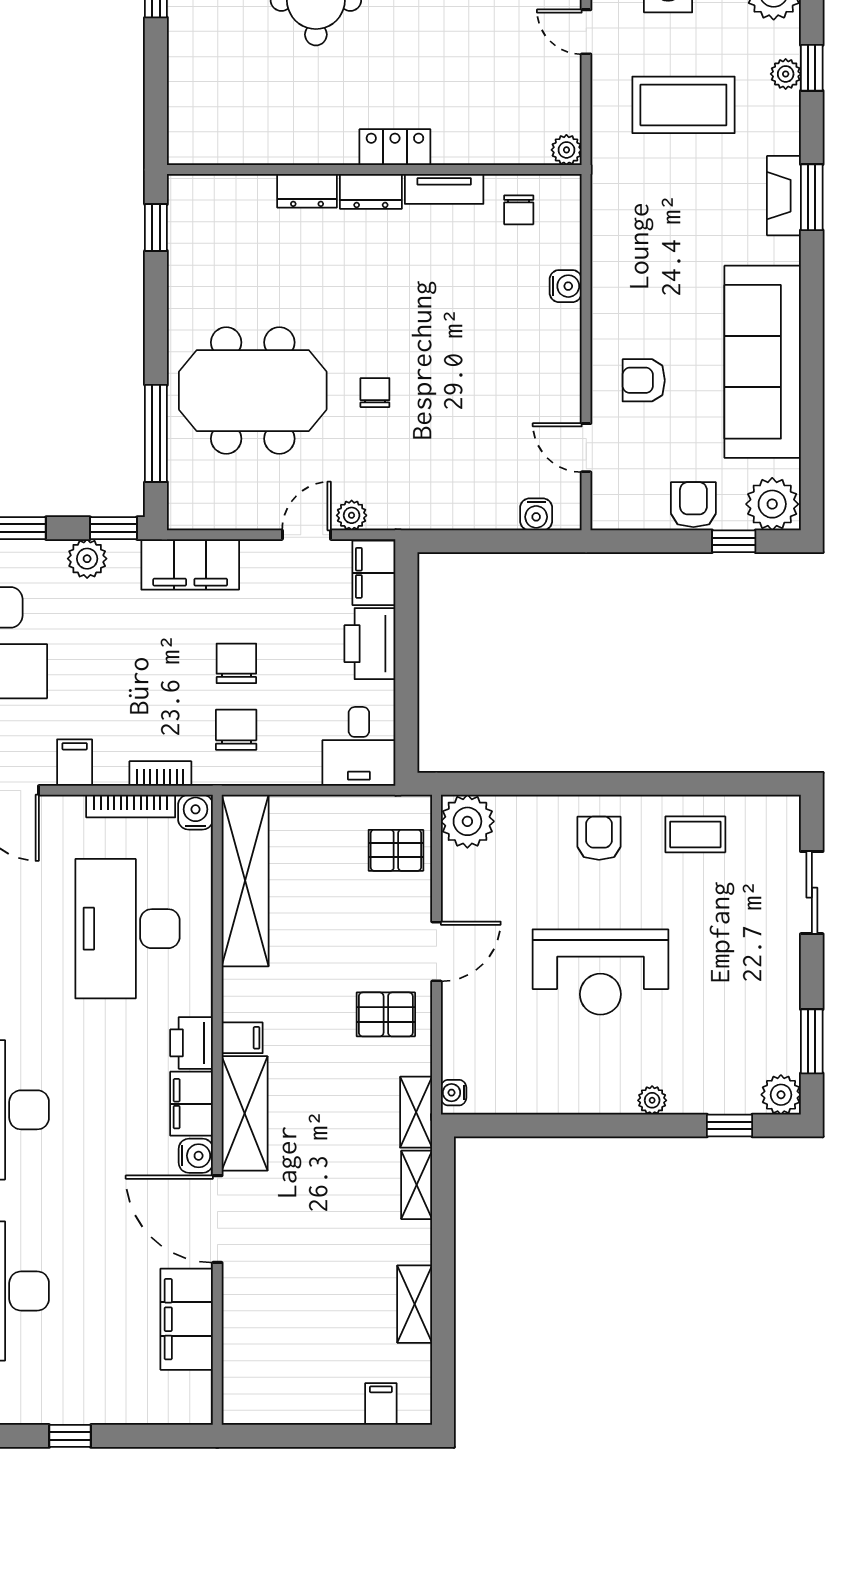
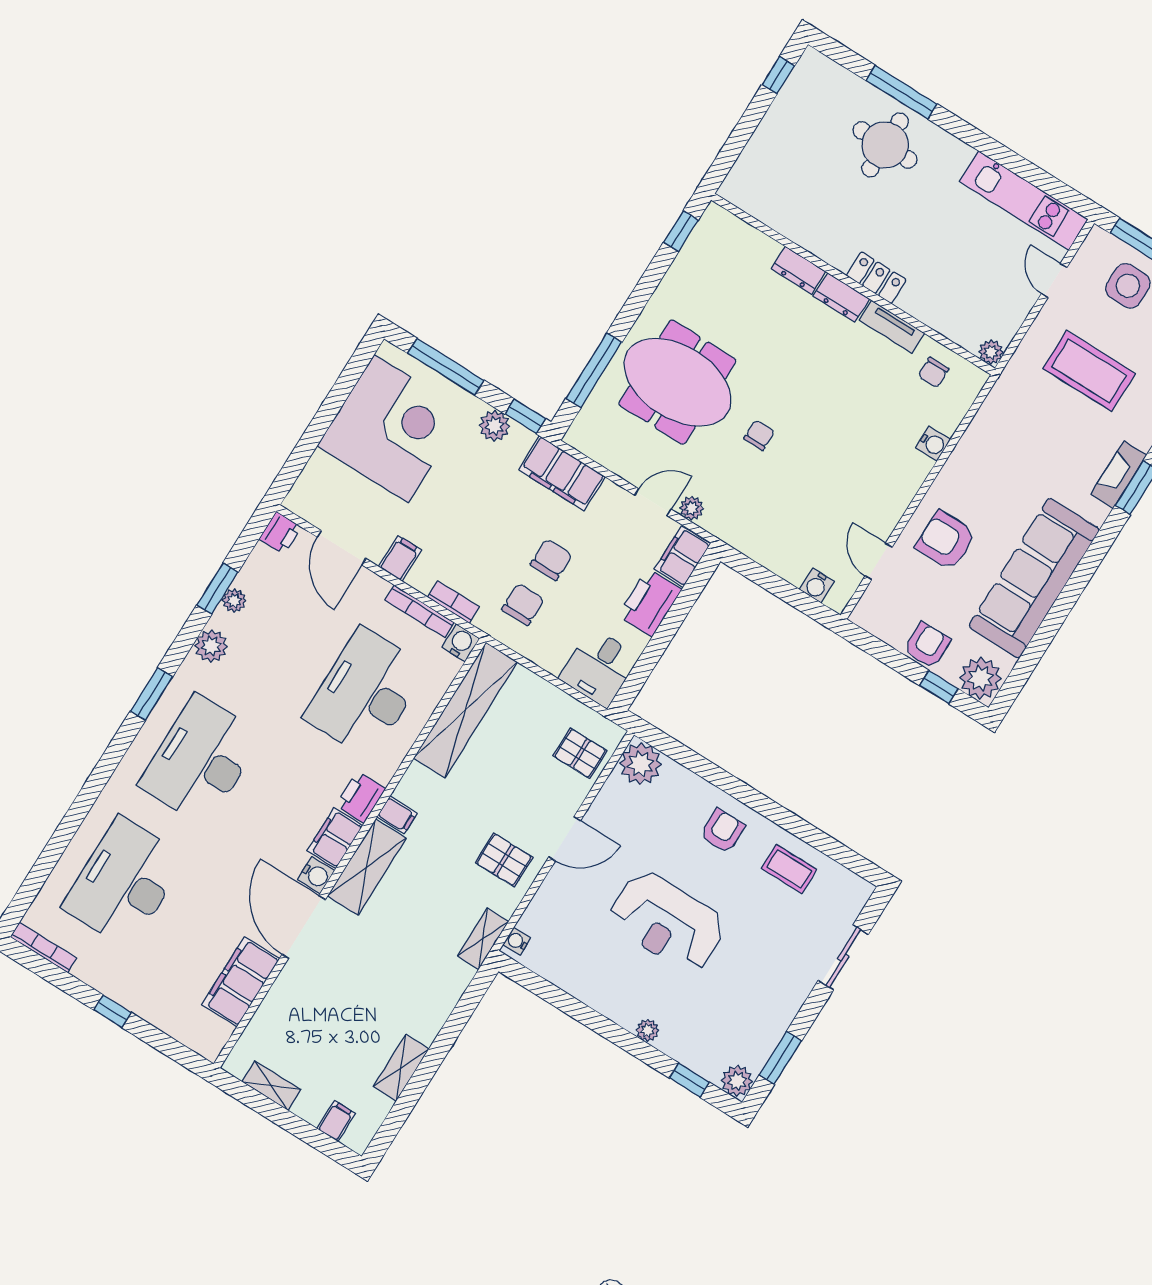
armchair: (644, 380) -> (946, 540), width x1.38, depth x1.38
shelving: (417, 1185) -> (271, 1086), moved, turned 90

